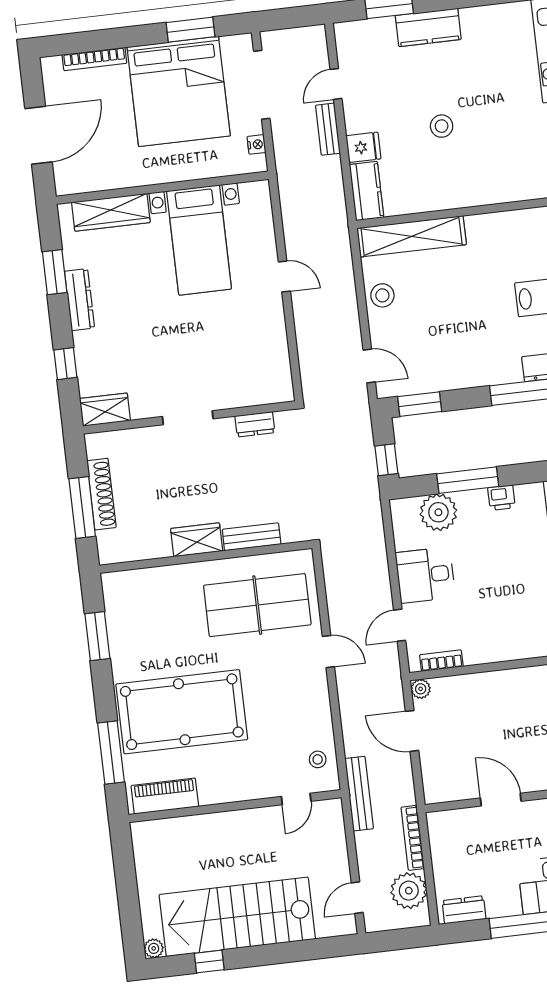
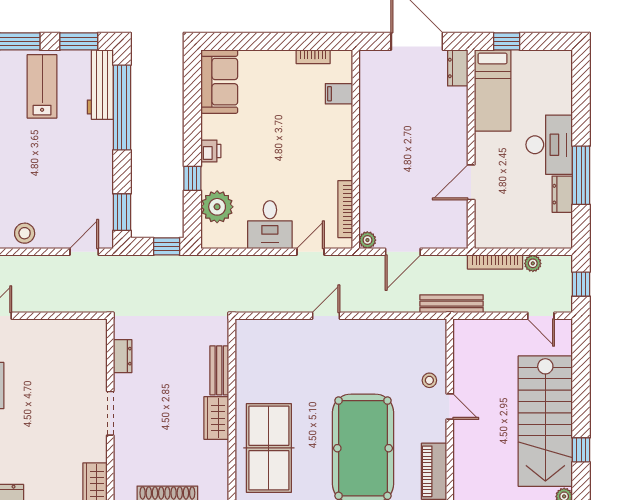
window: (468, 480) -> (192, 178), width x0.46
table tennis table: (257, 605) -> (269, 448), moved
door: (400, 625) -> (311, 252), swing flipped
bookcase: (441, 661) -> (345, 209), width x1.56
stool: (318, 759) -> (429, 380), moved
door: (296, 799) -> (450, 407), moved
plant: (409, 891) -> (533, 263), width x0.53, depth x0.53
dresser: (464, 910) -> (562, 194), moved
window: (399, 939) -> (581, 284), added

